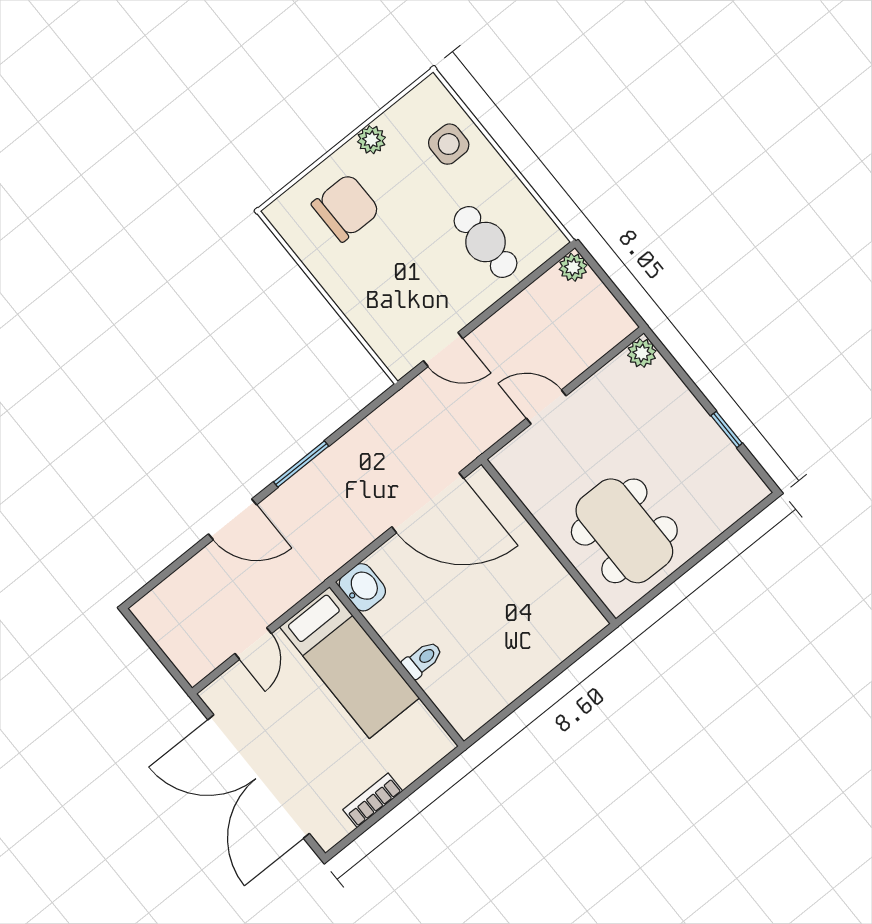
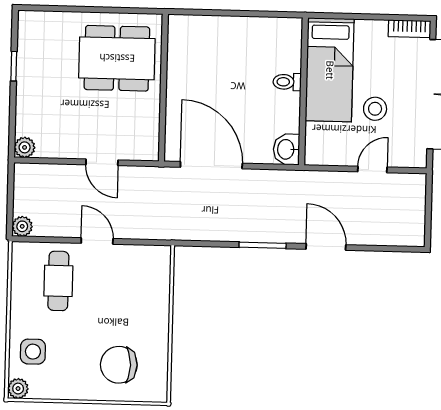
plant: (371, 140) -> (18, 389), moved
door: (443, 350) -> (97, 241), moved
dining table: (624, 531) -> (117, 58), turned 90
bed: (349, 662) -> (330, 70), moved, turned 180
stool: (305, 710) -> (375, 109), added
bookcase: (373, 800) -> (410, 29), moved

